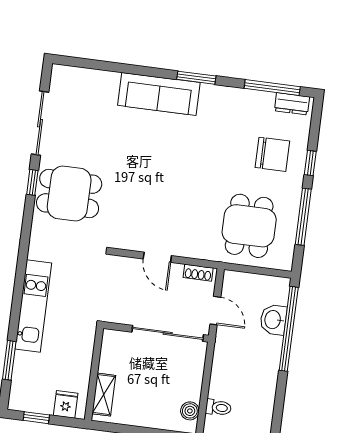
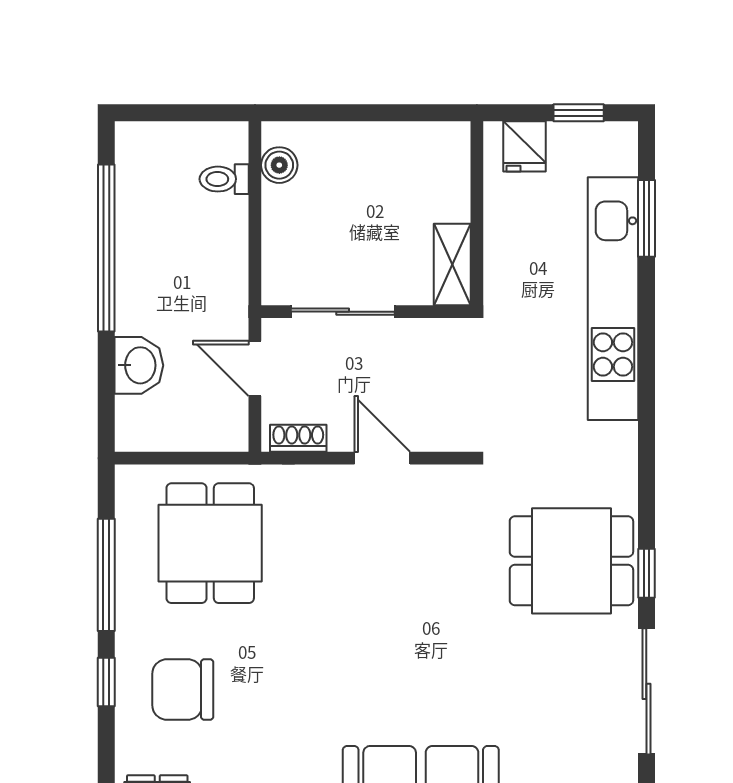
kitchen unit: (33, 306) -> (613, 299), width x1.36
window: (289, 329) -> (106, 248), moved
sliding door: (168, 333) -> (343, 312), width x0.73
shelving: (104, 395) -> (452, 265), moved

